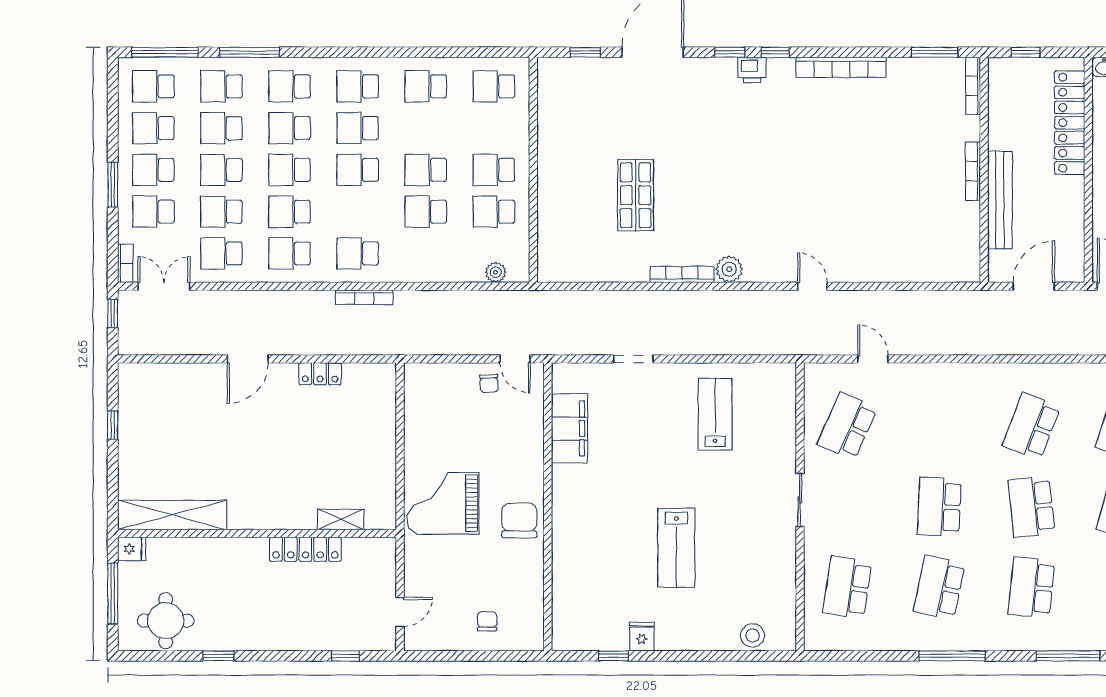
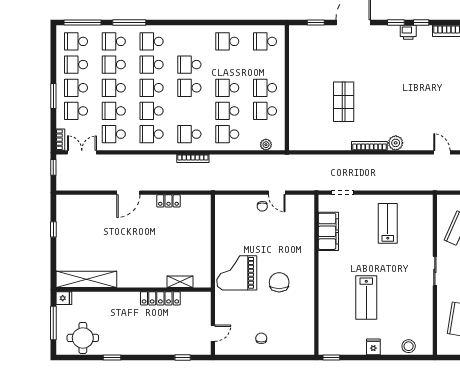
school desk: (358, 86) -> (227, 134), moved
filing cabinet: (569, 428) -> (328, 231), moved
wall: (548, 507) -> (316, 275), moved
fridge: (642, 637) -> (373, 347), moved

